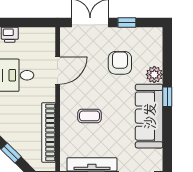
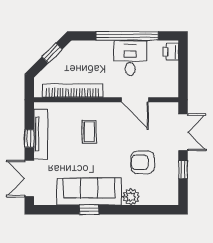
armchair: (120, 63) -> (143, 162), turned 180
window: (167, 97) -> (89, 210), moved

